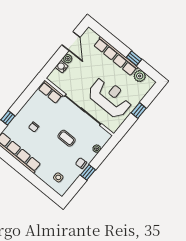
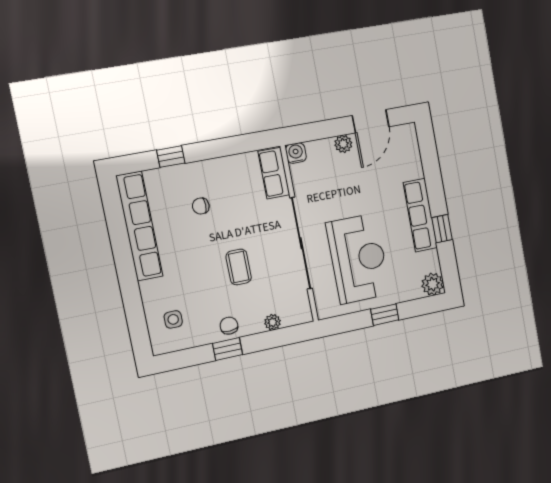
row of seats: (116, 56) -> (420, 215), width x0.73
water cooler: (62, 67) -> (296, 153), moved
plant: (140, 76) -> (433, 284), moved

